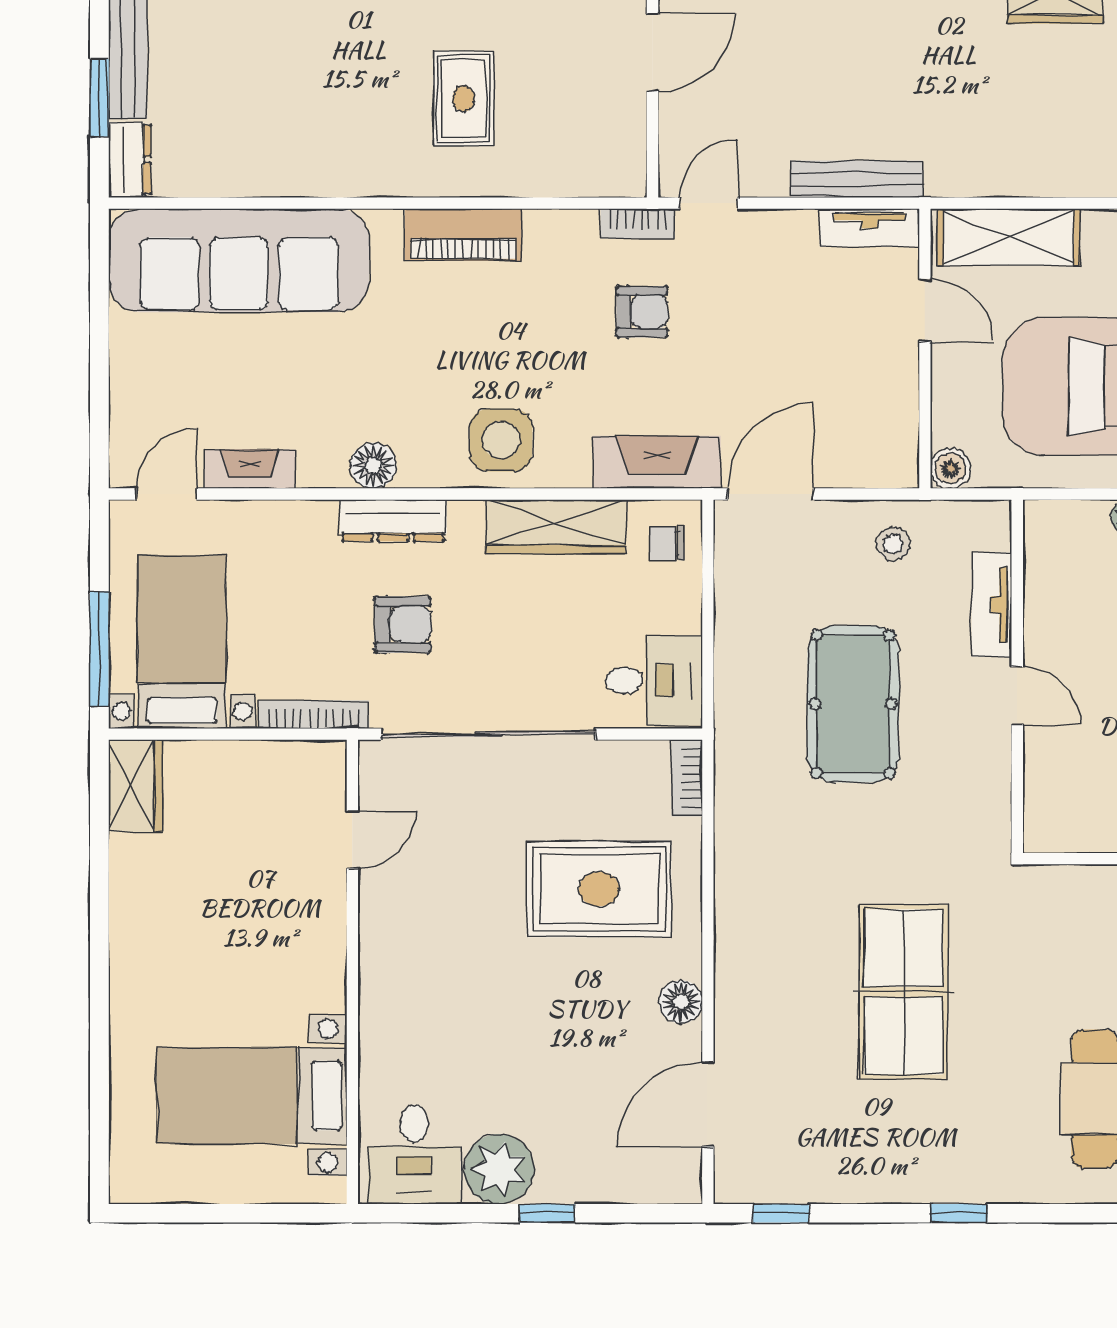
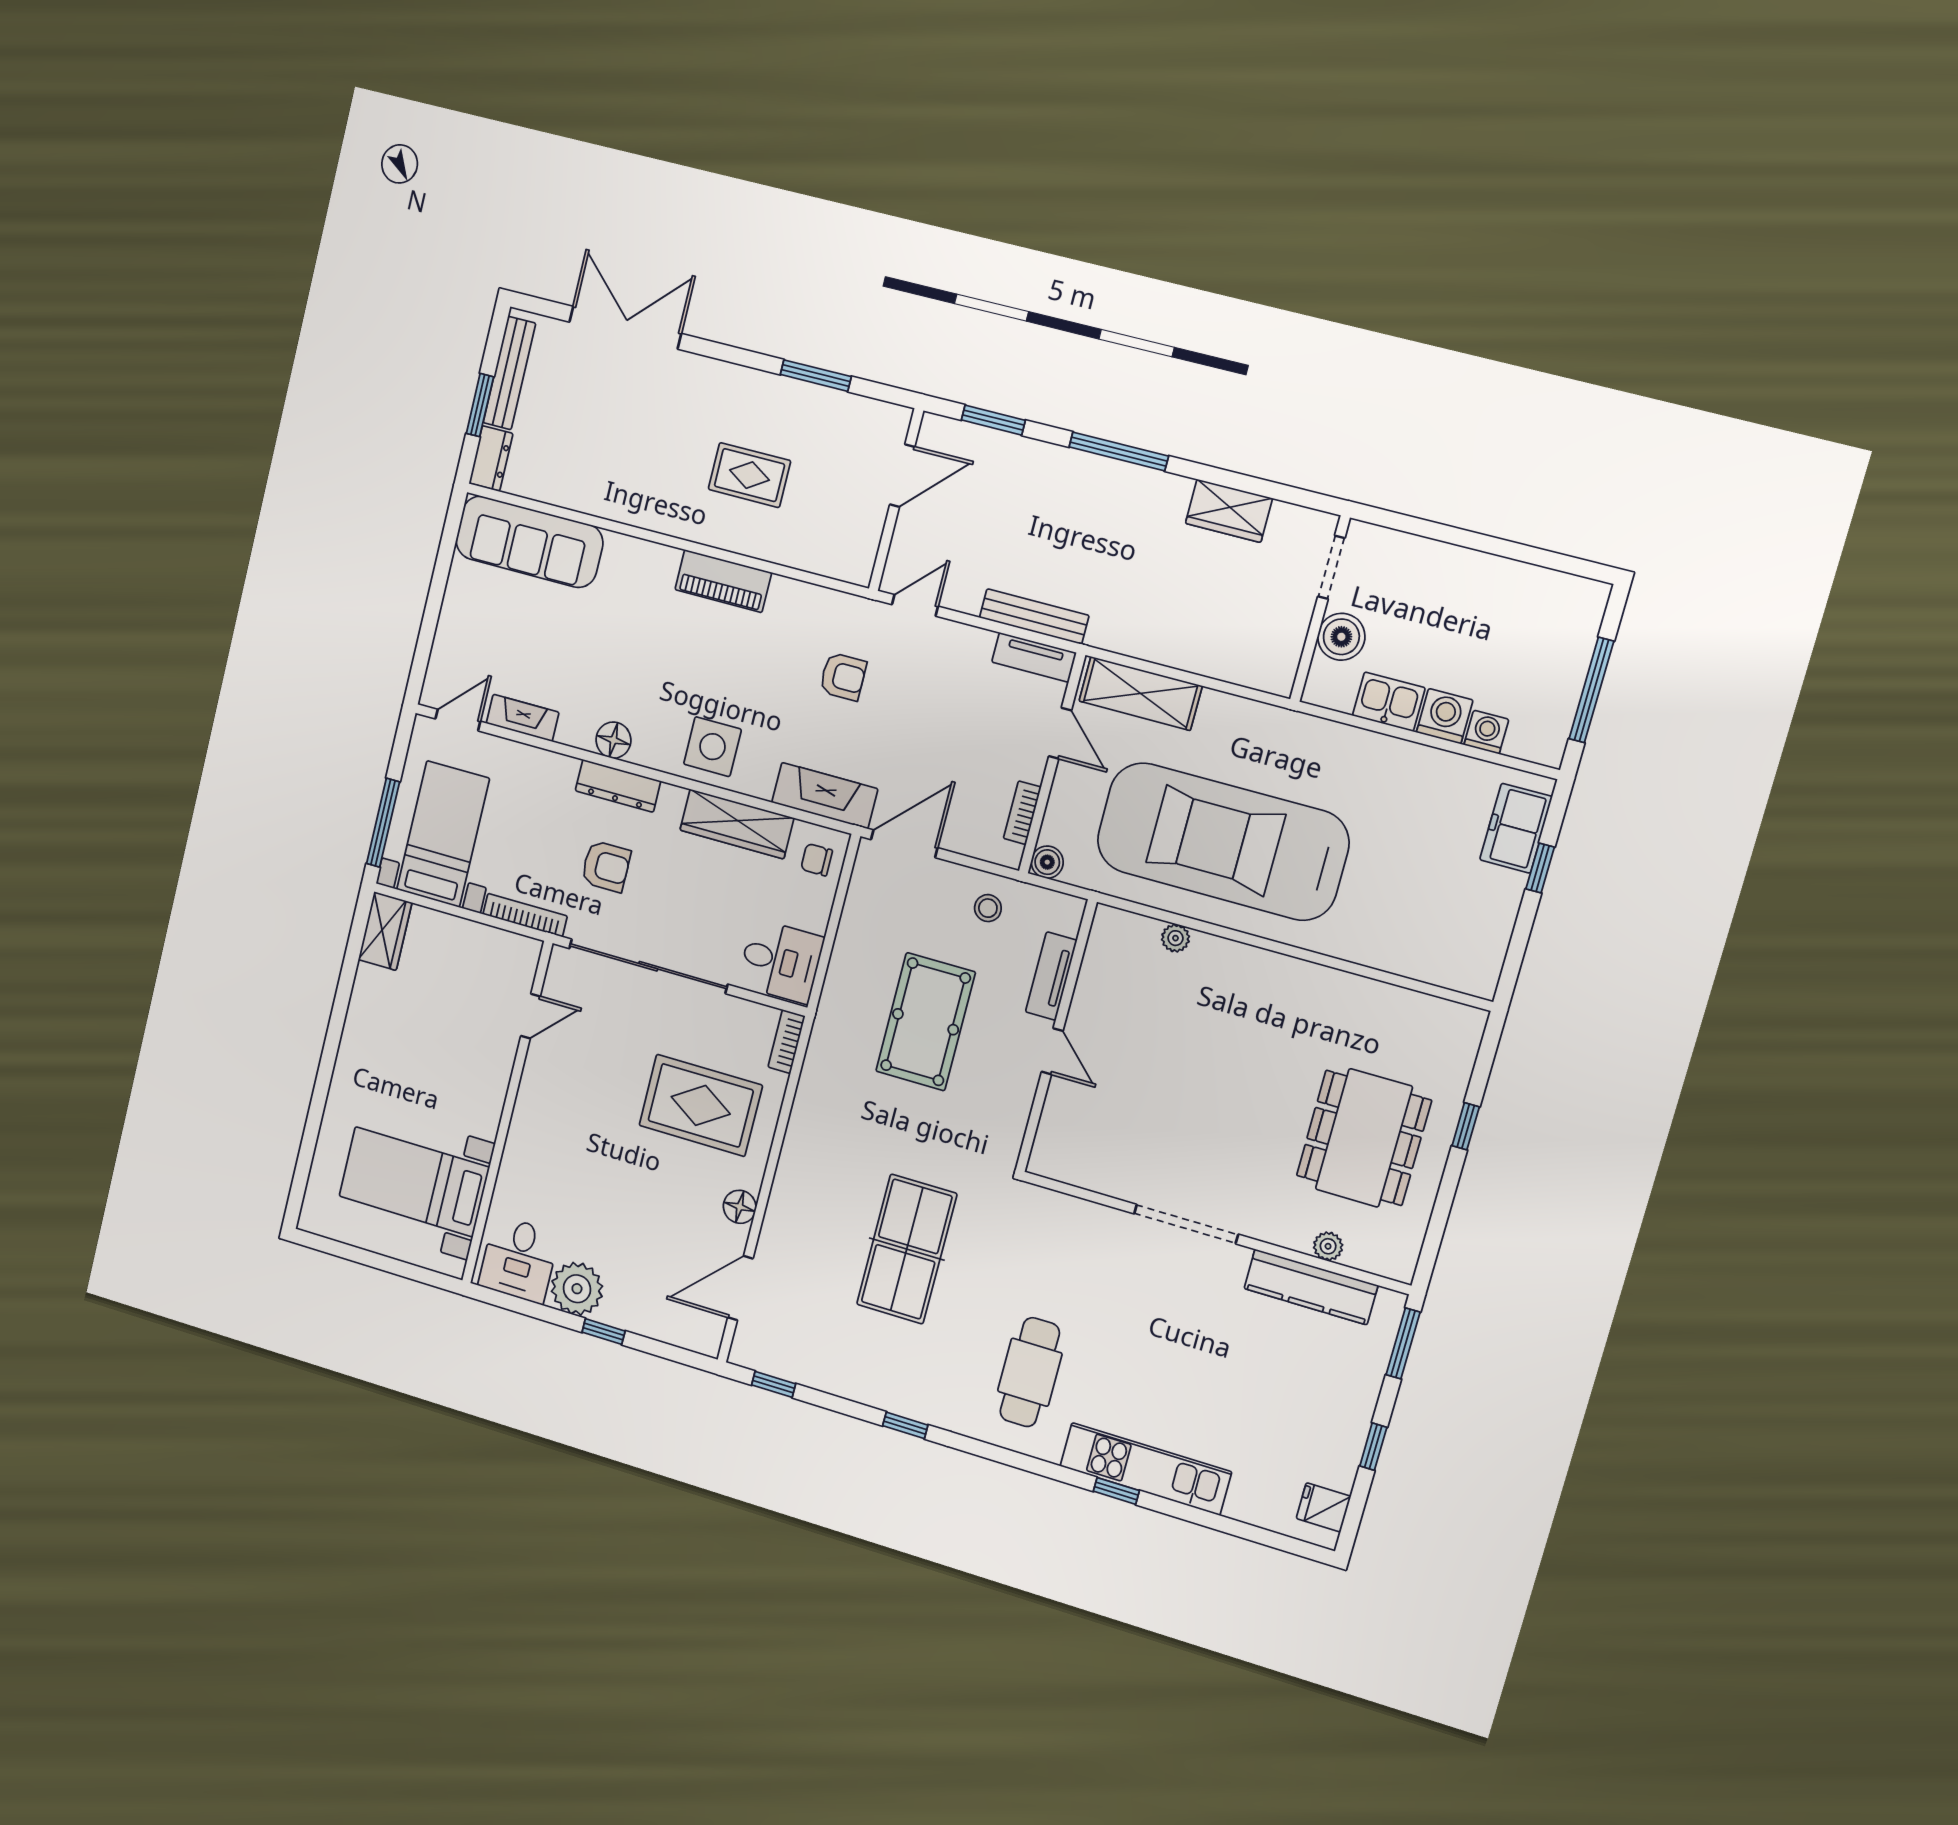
rug: (463, 99) -> (749, 475), turned 90
bookcase: (638, 224) -> (1022, 813), moved, turned 90
sofa: (239, 260) -> (529, 542), width x0.74, depth x0.79

